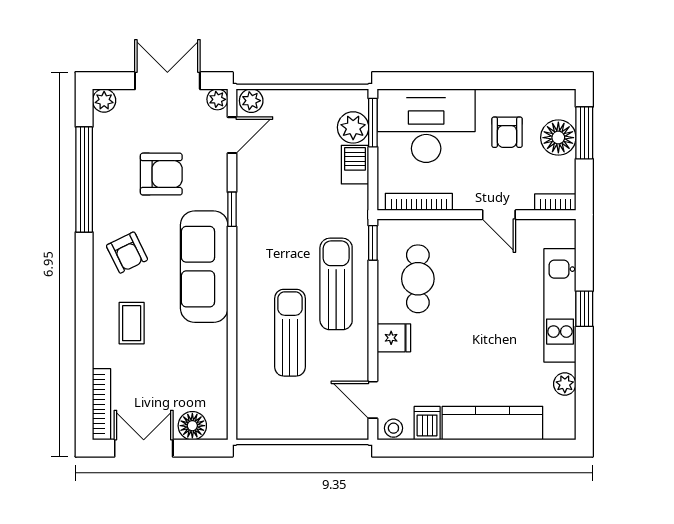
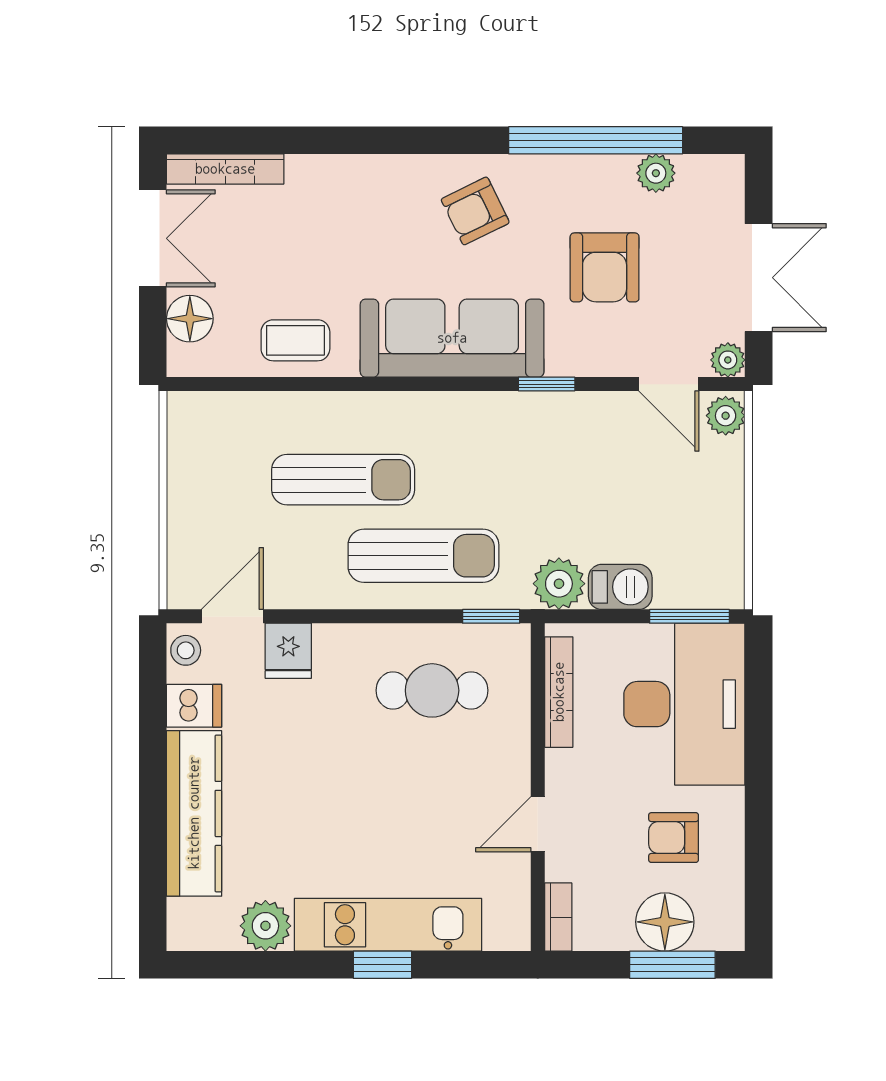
plant: (104, 101) -> (656, 173), moved
plant: (353, 127) -> (559, 584), moved
coffee table: (132, 323) -> (295, 340), moved
fridge: (394, 338) -> (288, 651), moved
plant: (565, 384) -> (265, 926), width x1.38, depth x1.38

